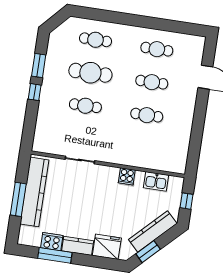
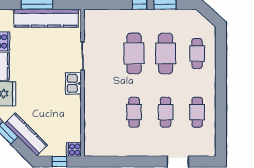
cafe table: (85, 106) -> (134, 53), width x1.37, depth x1.35
cooker: (127, 176) -> (74, 149), moved
kitchen sink: (156, 181) -> (73, 83), moved

